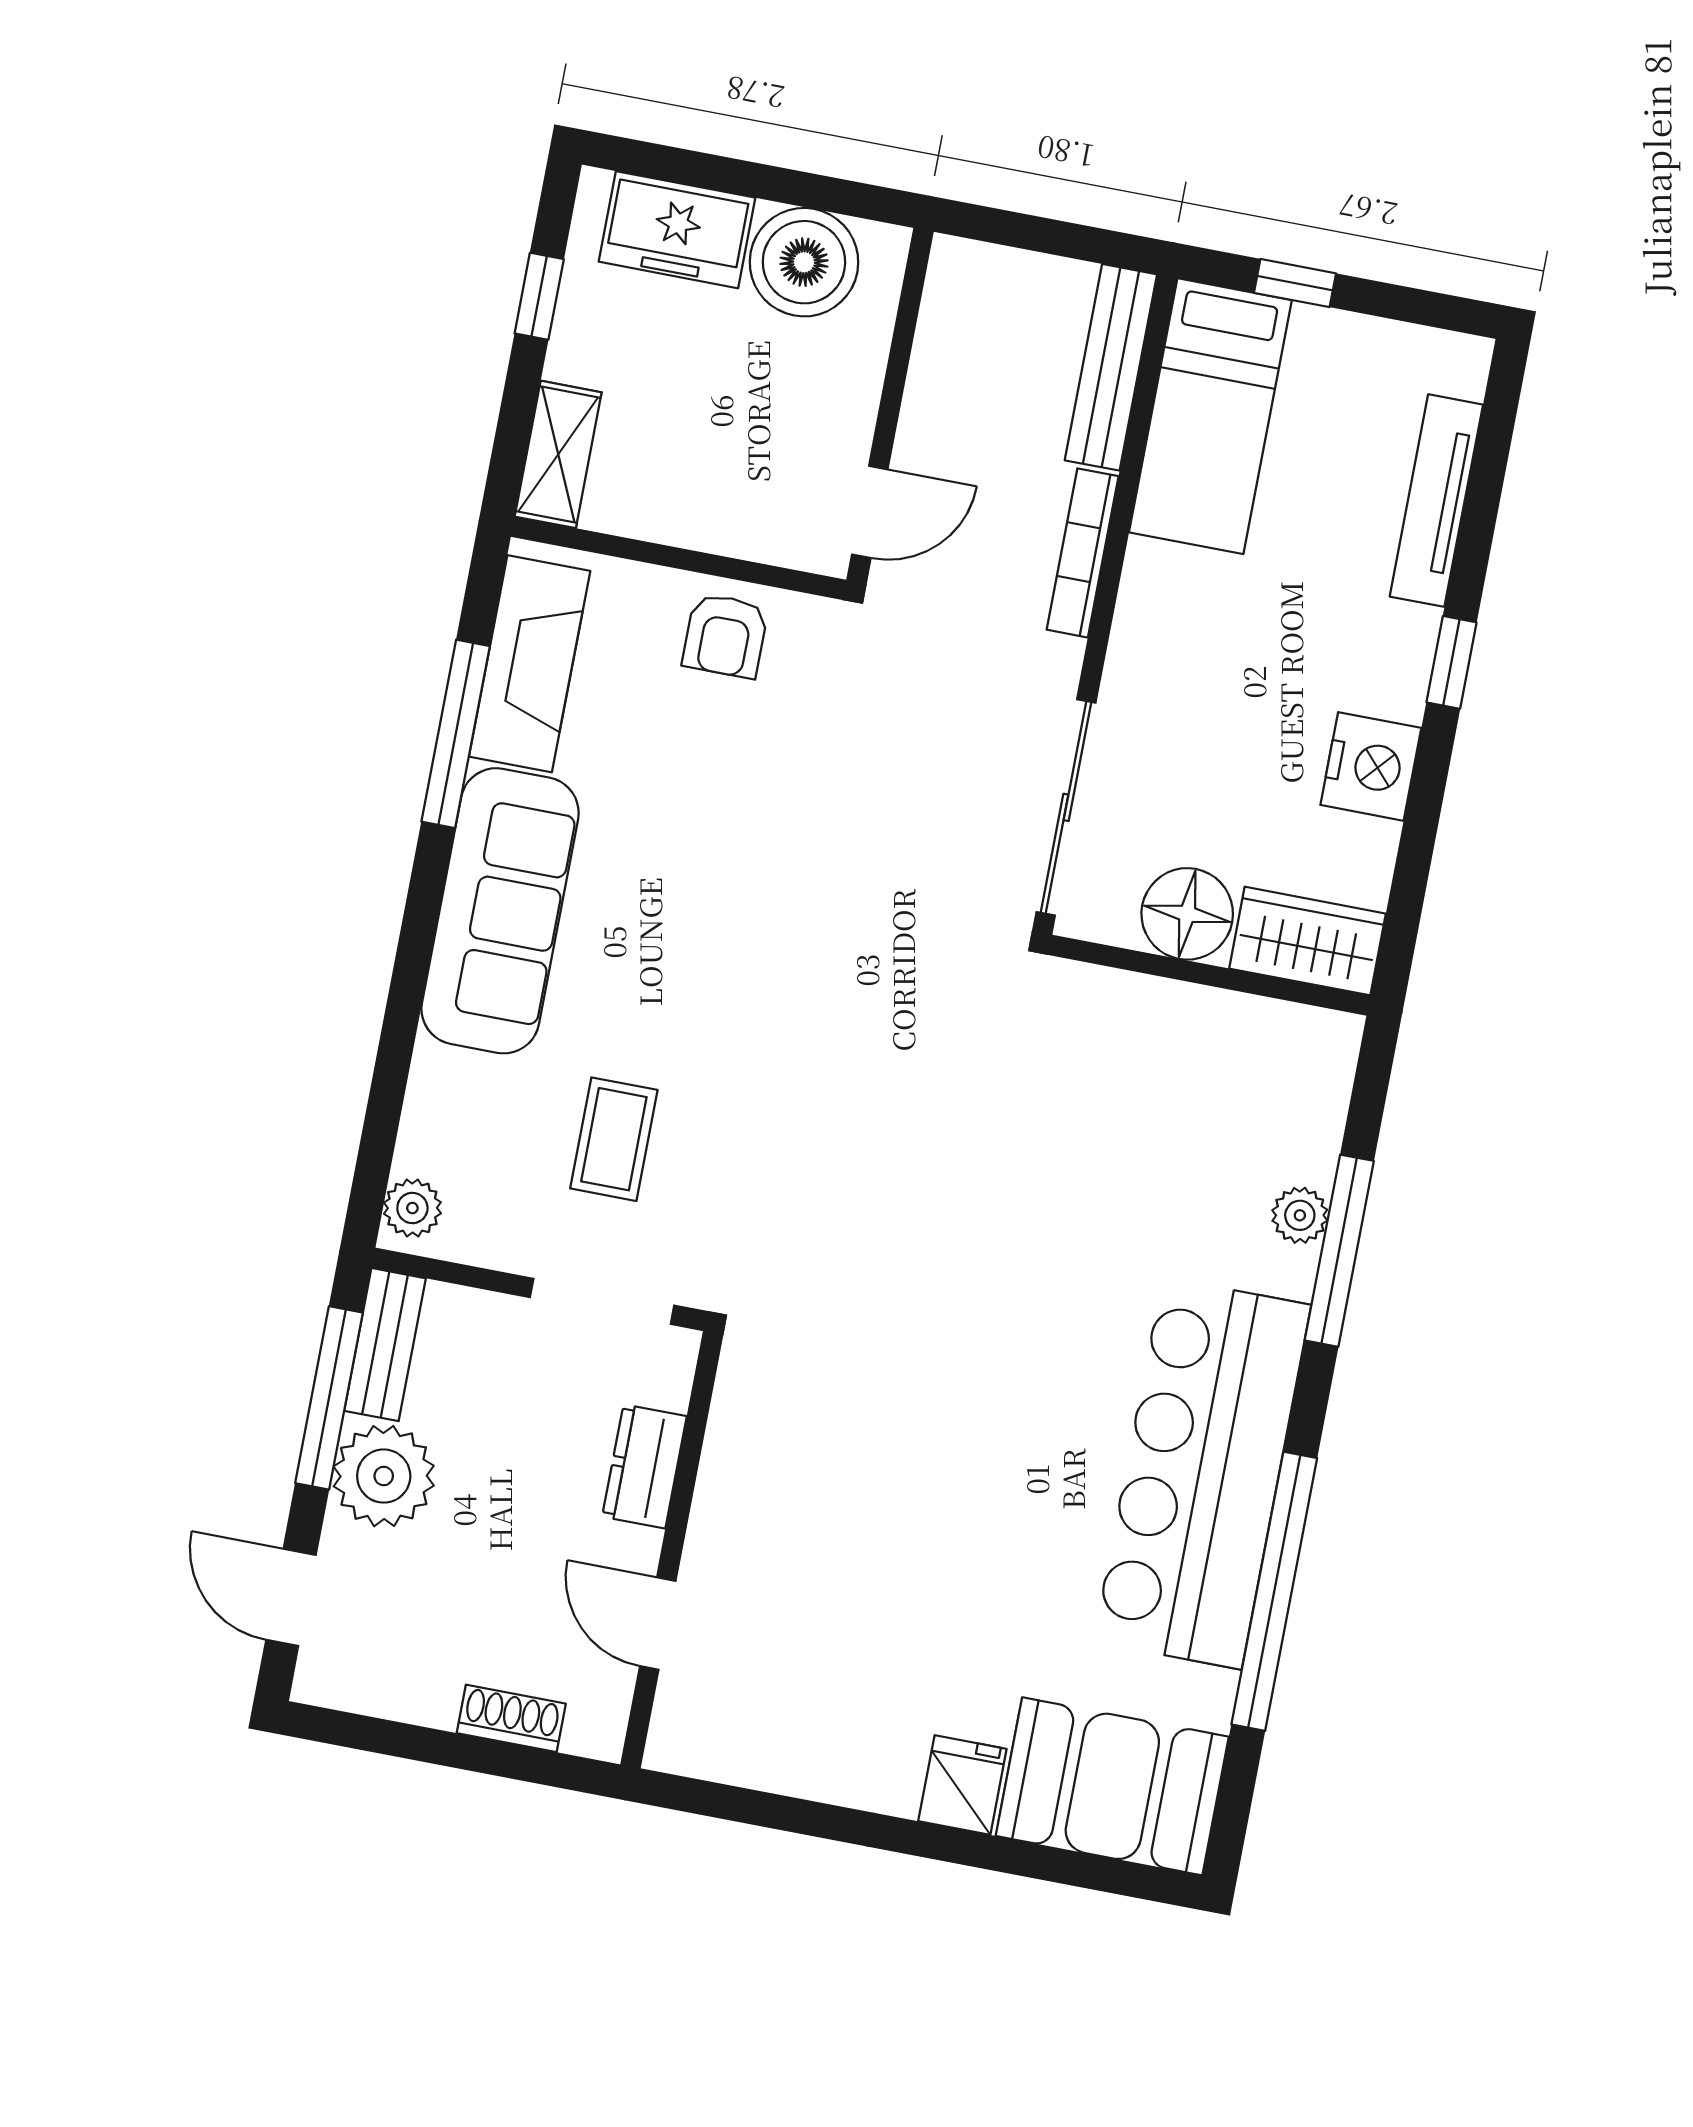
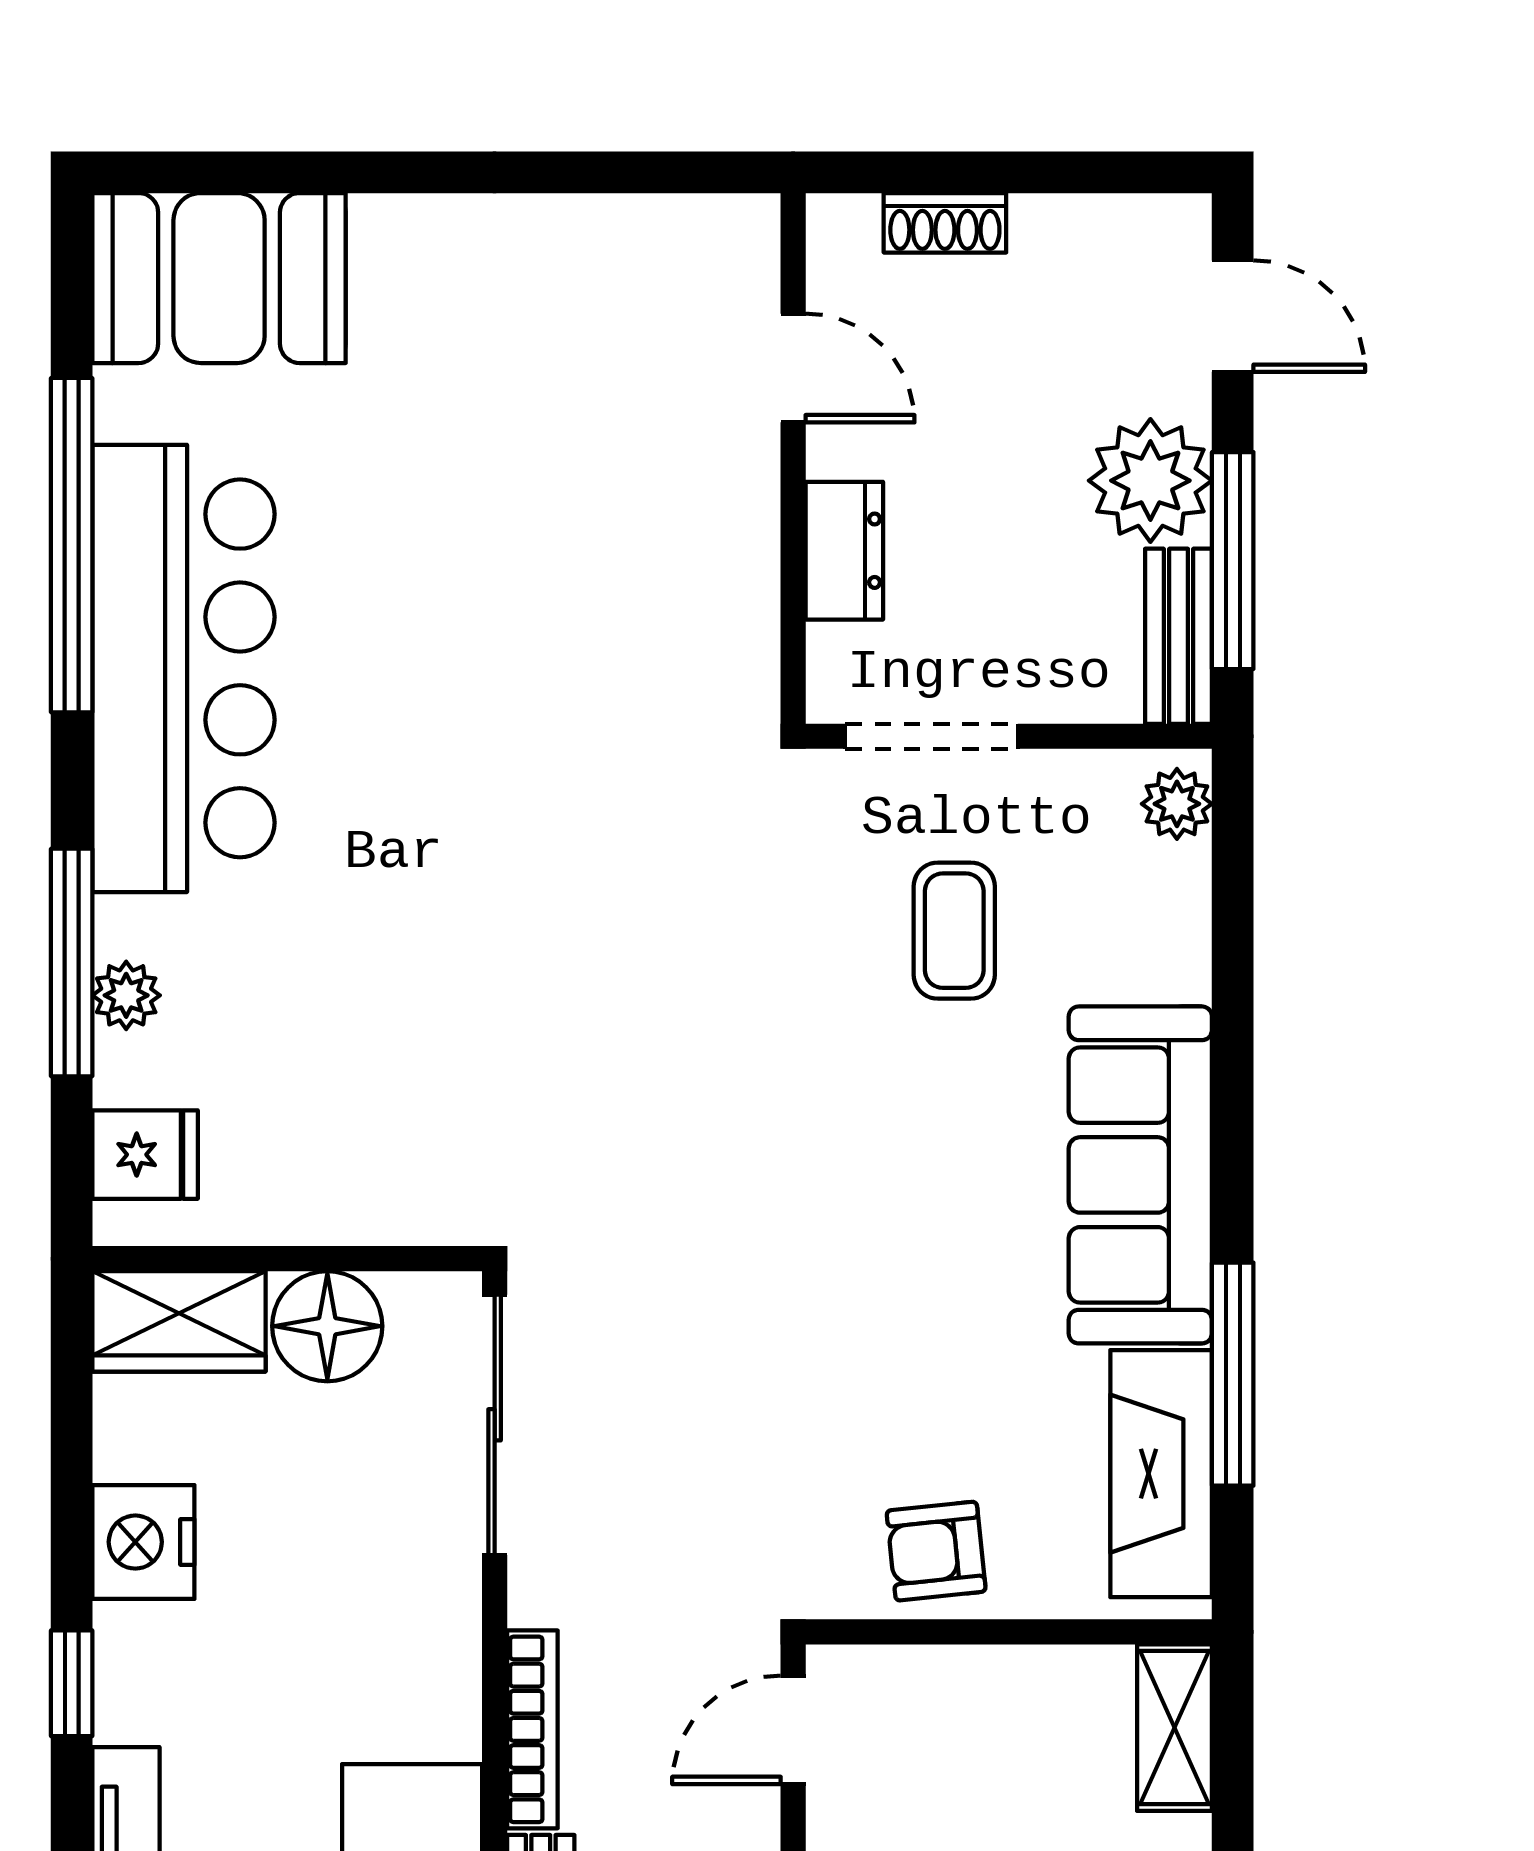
armchair: (725, 636) -> (936, 1551), turned -96
fridge: (962, 1785) -> (145, 1155), moved, turned -90

